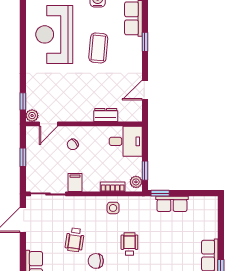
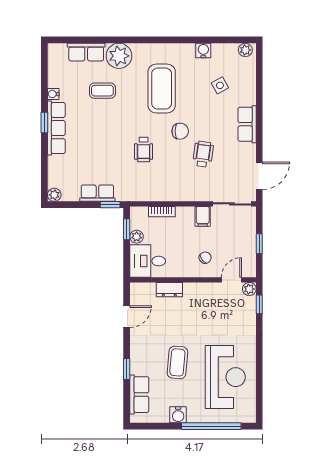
plant: (136, 182) -> (137, 237), moved
plant: (212, 202) -> (54, 195), added
side table: (113, 208) -> (161, 189), removed

